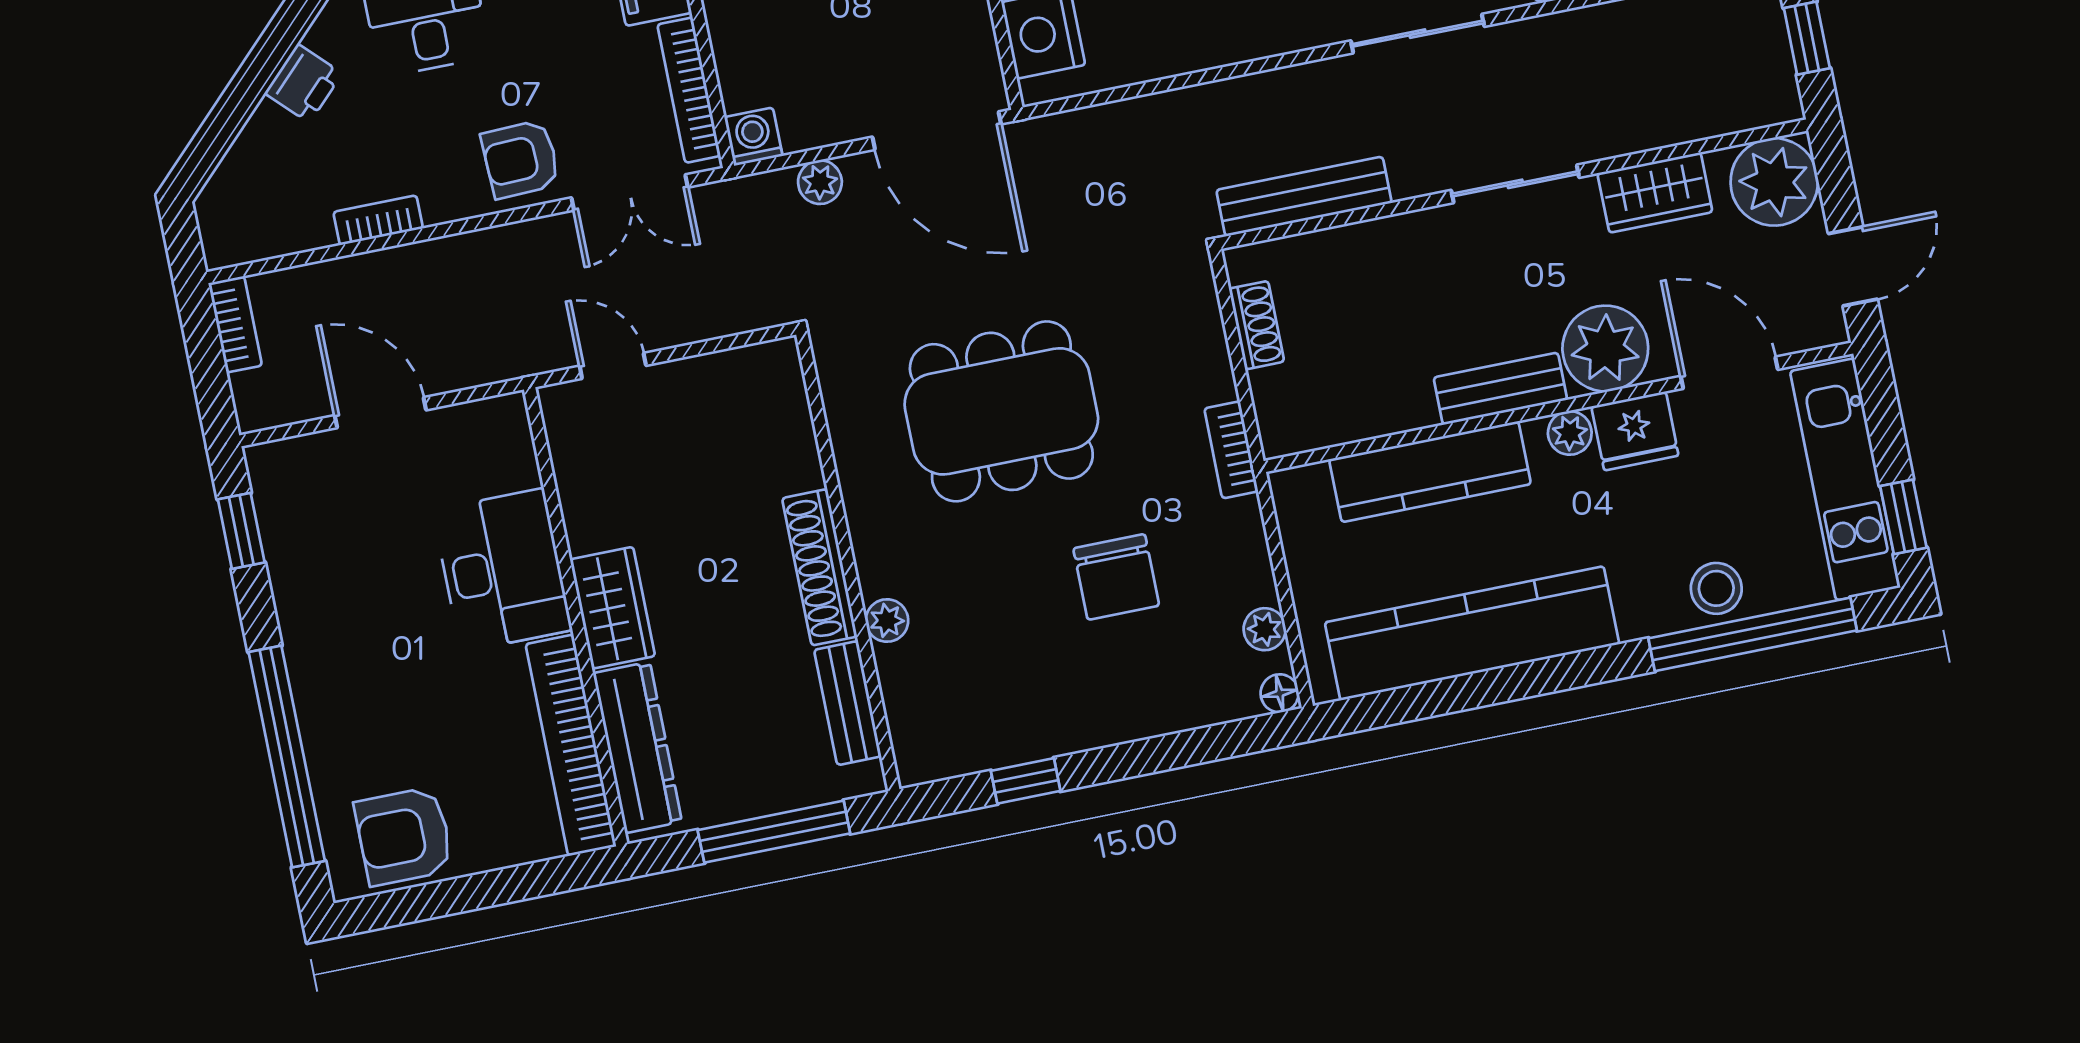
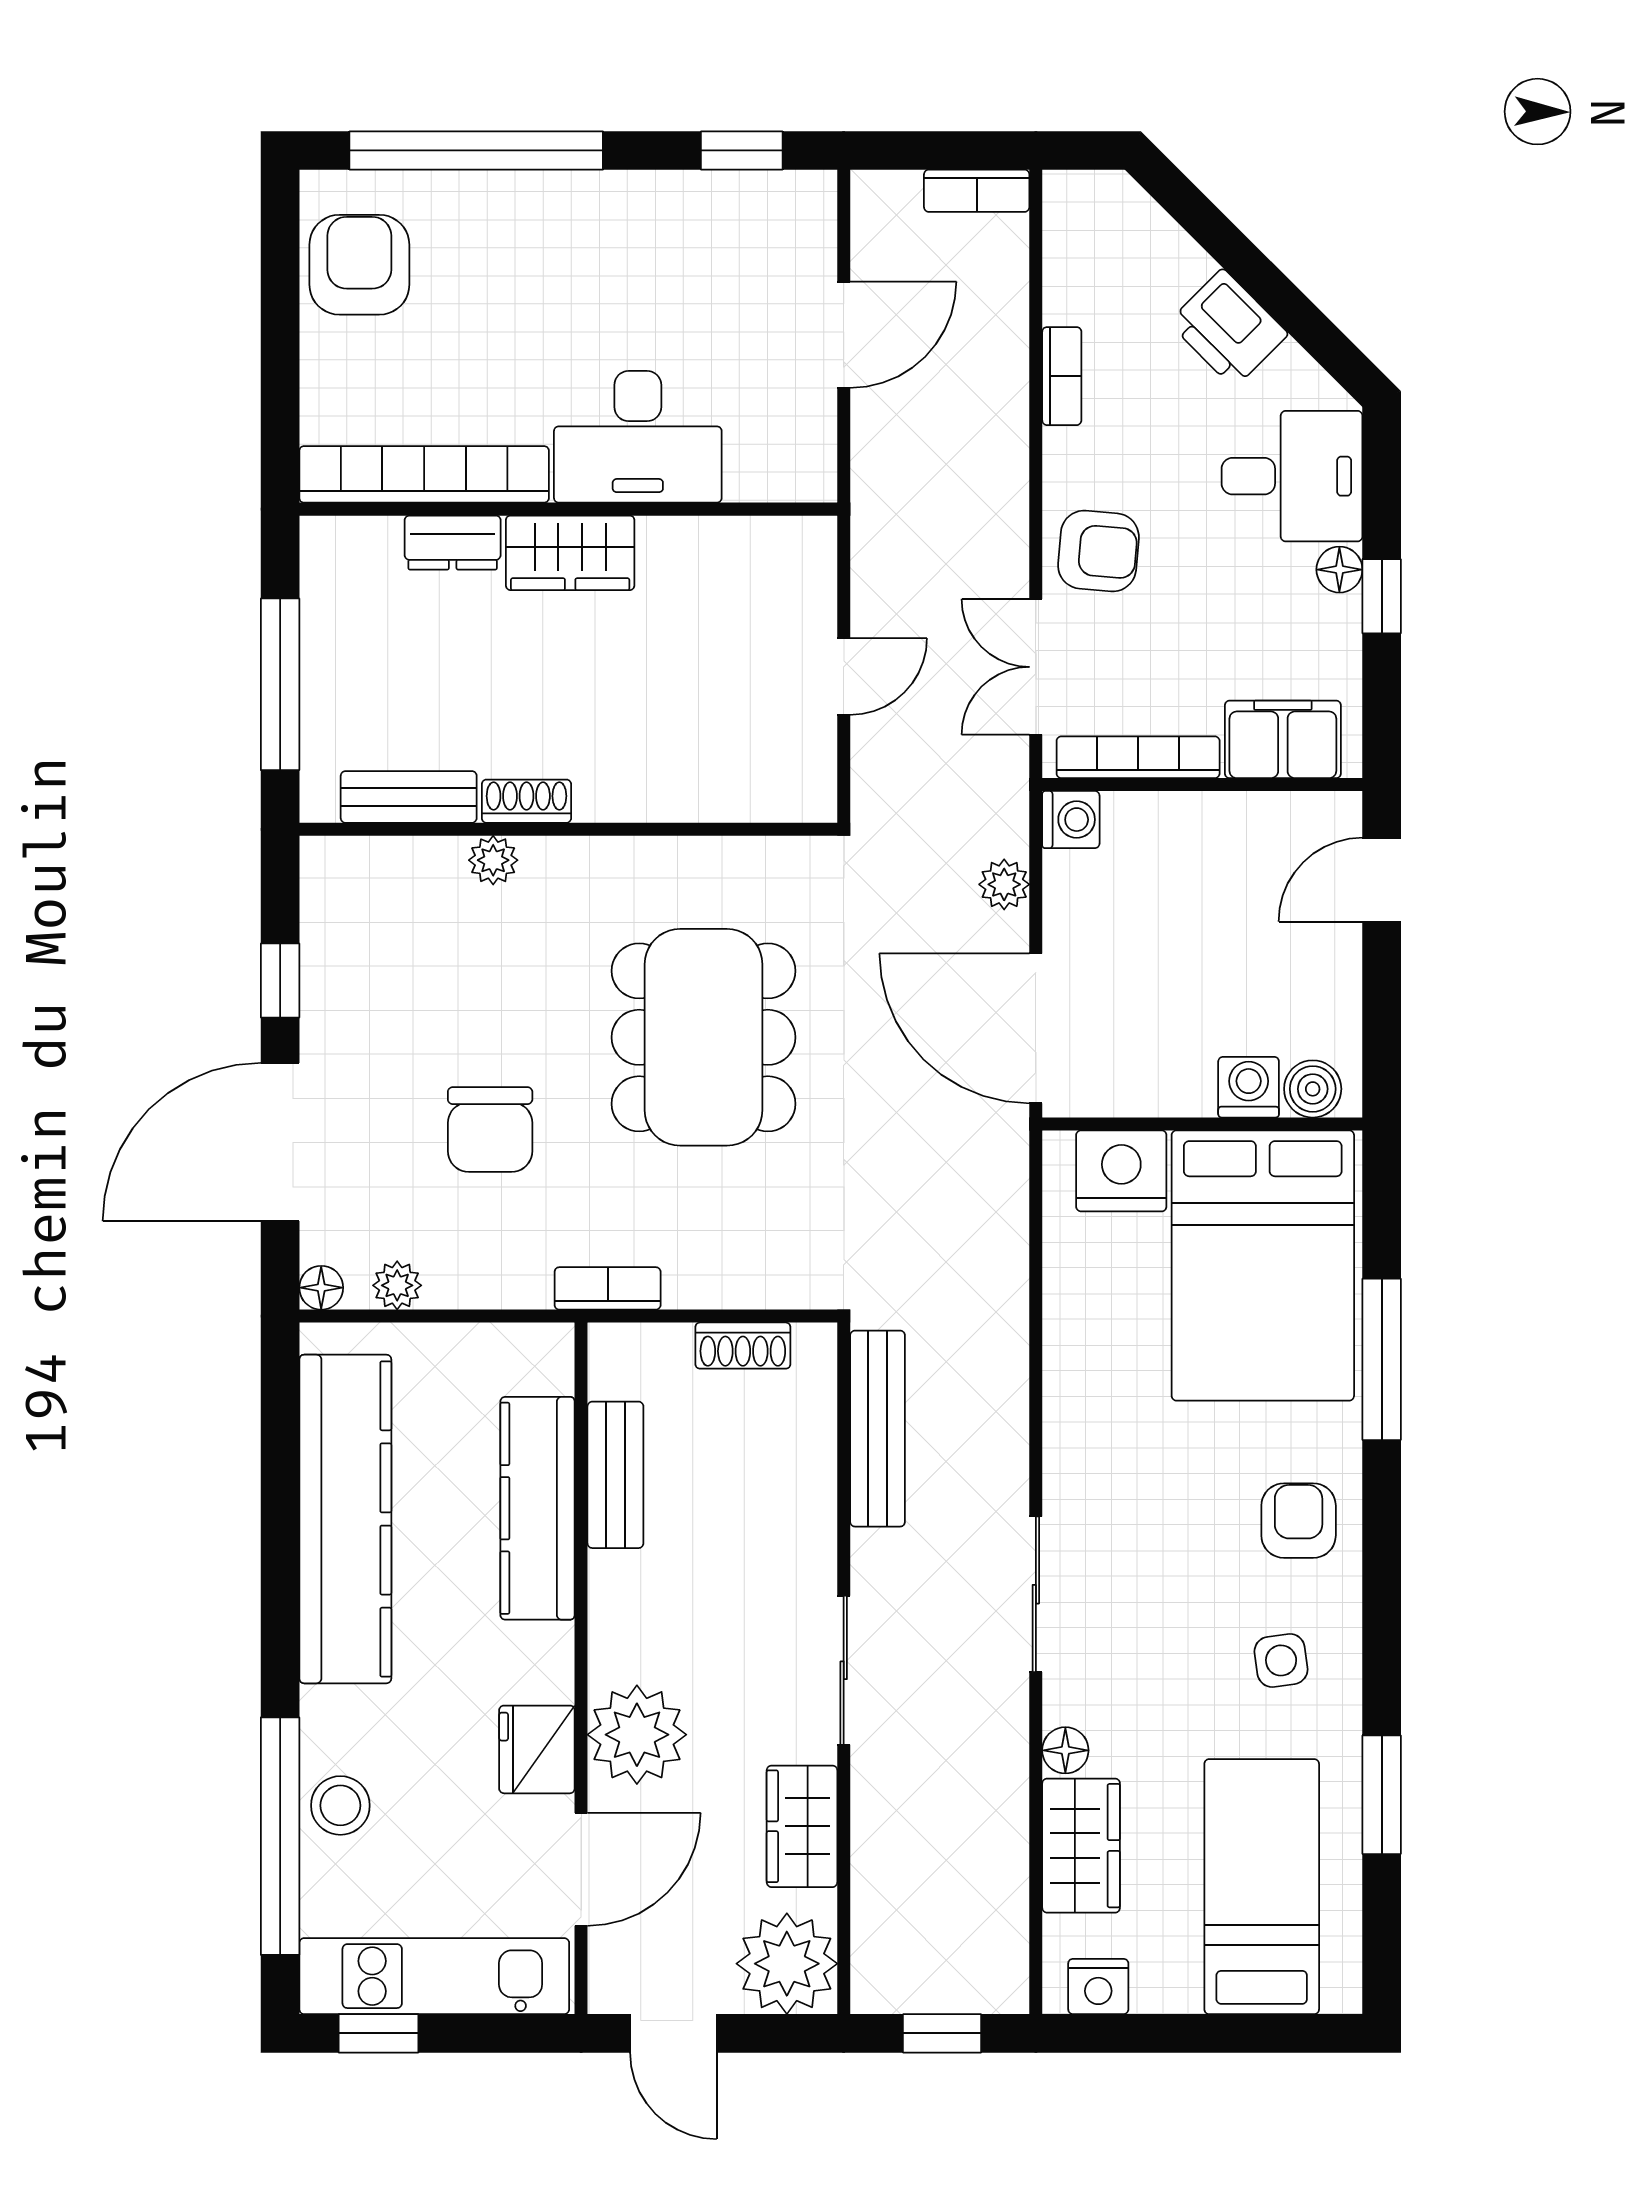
printer: (303, 83) -> (1228, 328), width x1.36, depth x1.24
door: (937, 131) -> (1036, 1028), hinge flipped
armchair: (521, 159) -> (1098, 551), turned 97
door: (613, 366) -> (844, 676), moved
bench: (1500, 389) -> (615, 1475), moved
plant: (1570, 433) -> (550, 1675), removed
shoe rack: (820, 567) -> (526, 801), width x0.51, depth x0.81
chair: (1116, 577) -> (490, 1129), turned -90
dresser: (637, 747) -> (453, 543), width x0.51, depth x0.80
door: (1163, 753) -> (280, 1142), added

